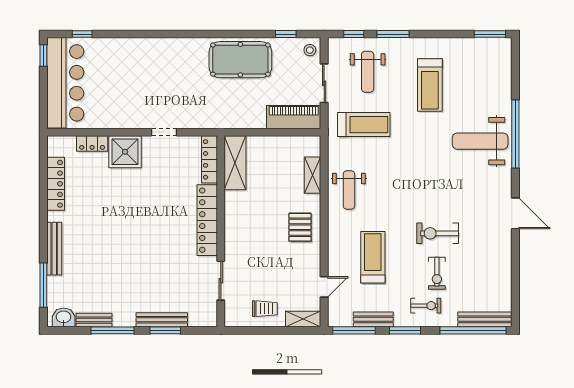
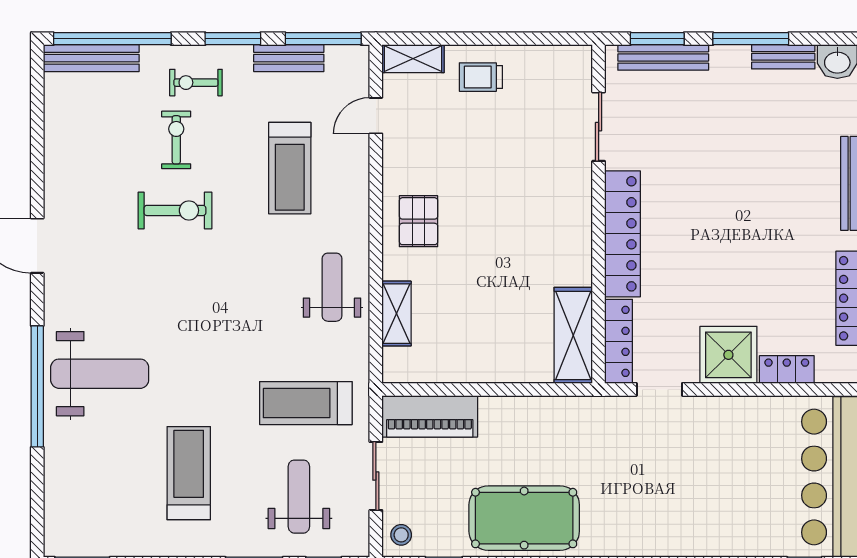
locker: (209, 159) -> (619, 341), moved
shelving: (235, 163) -> (573, 335), moved
locker: (207, 220) -> (622, 234), moved
wall: (221, 231) -> (599, 214), moved
sliding door: (221, 281) -> (599, 127), moved

